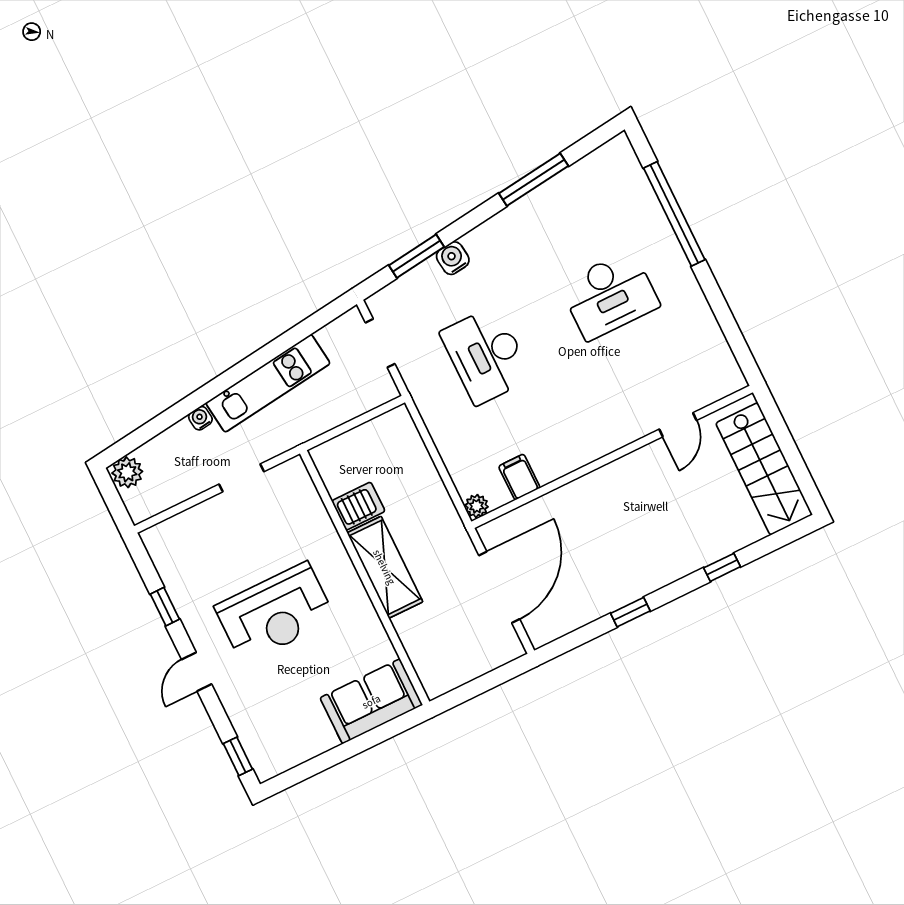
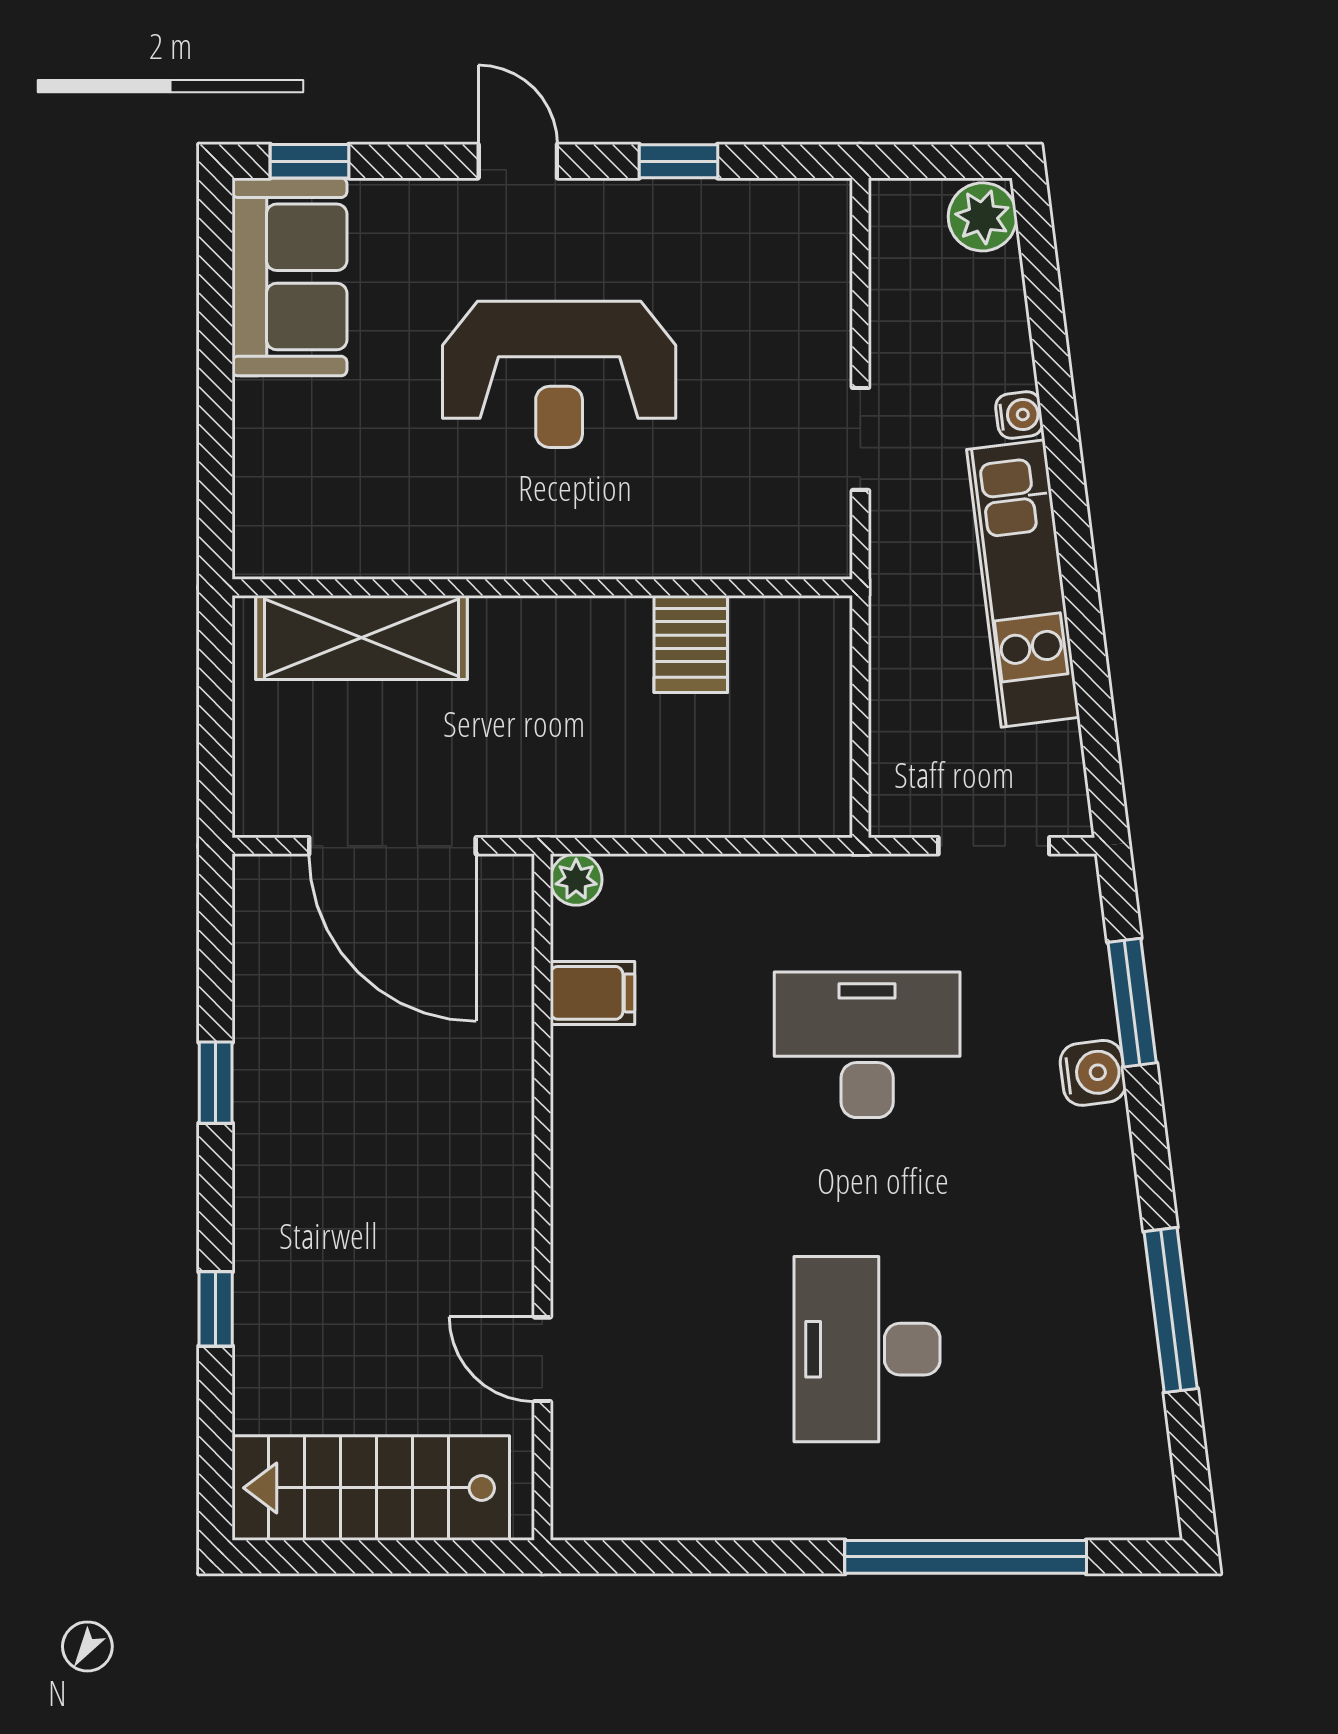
shelving: (385, 567) -> (362, 637), moved
reception desk: (275, 613) -> (559, 374), turned -90
sofa: (371, 701) -> (289, 277), moved

